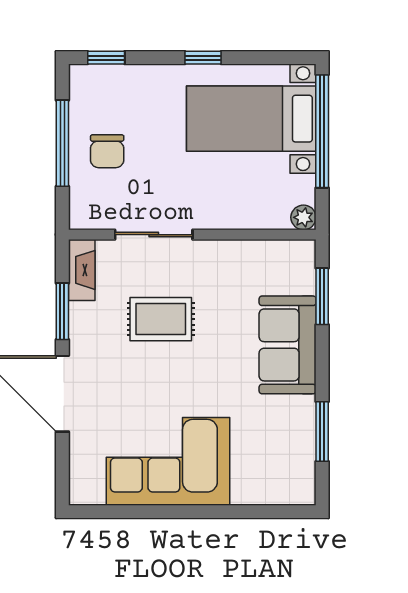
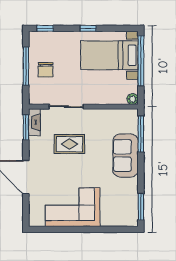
window: (322, 296) -> (141, 134), width x1.44
window: (62, 311) -> (26, 127), moved
window: (322, 431) -> (141, 207), moved

